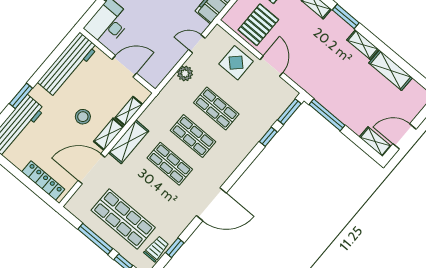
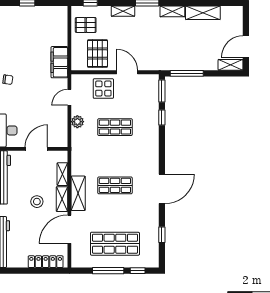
shop shelf: (193, 136) -> (115, 156), removed
trolley: (156, 249) -> (151, 245), removed

